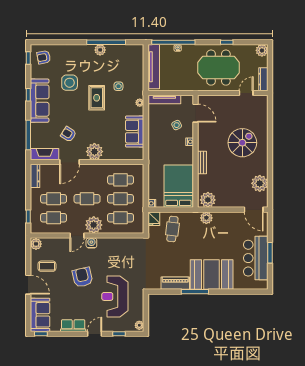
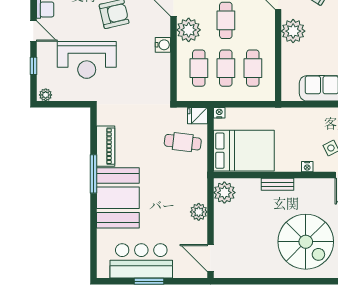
spiral stairs: (242, 143) -> (306, 242), width x1.37, depth x1.37
plant: (260, 183) -> (248, 266), removed
door: (254, 210) -> (210, 258), hinge flipped
plant: (206, 218) -> (199, 212), moved
water cooler: (91, 243) -> (163, 45), moved
reception desk: (115, 296) -> (87, 60), turned 180

